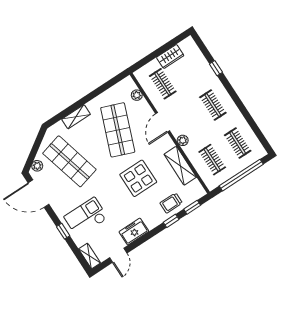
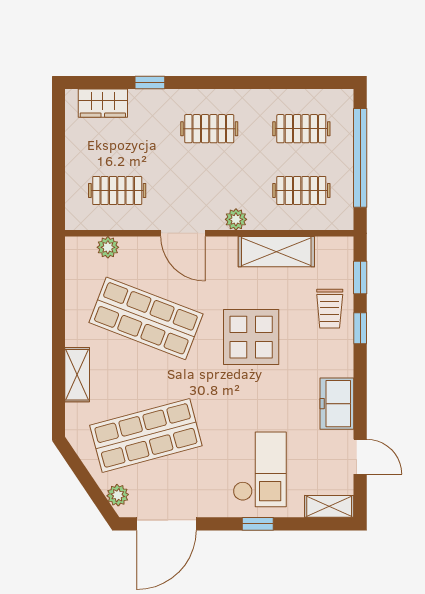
wardrobe: (170, 56) -> (103, 103), moved, turned 90
checkout: (86, 217) -> (260, 469), turned 180

